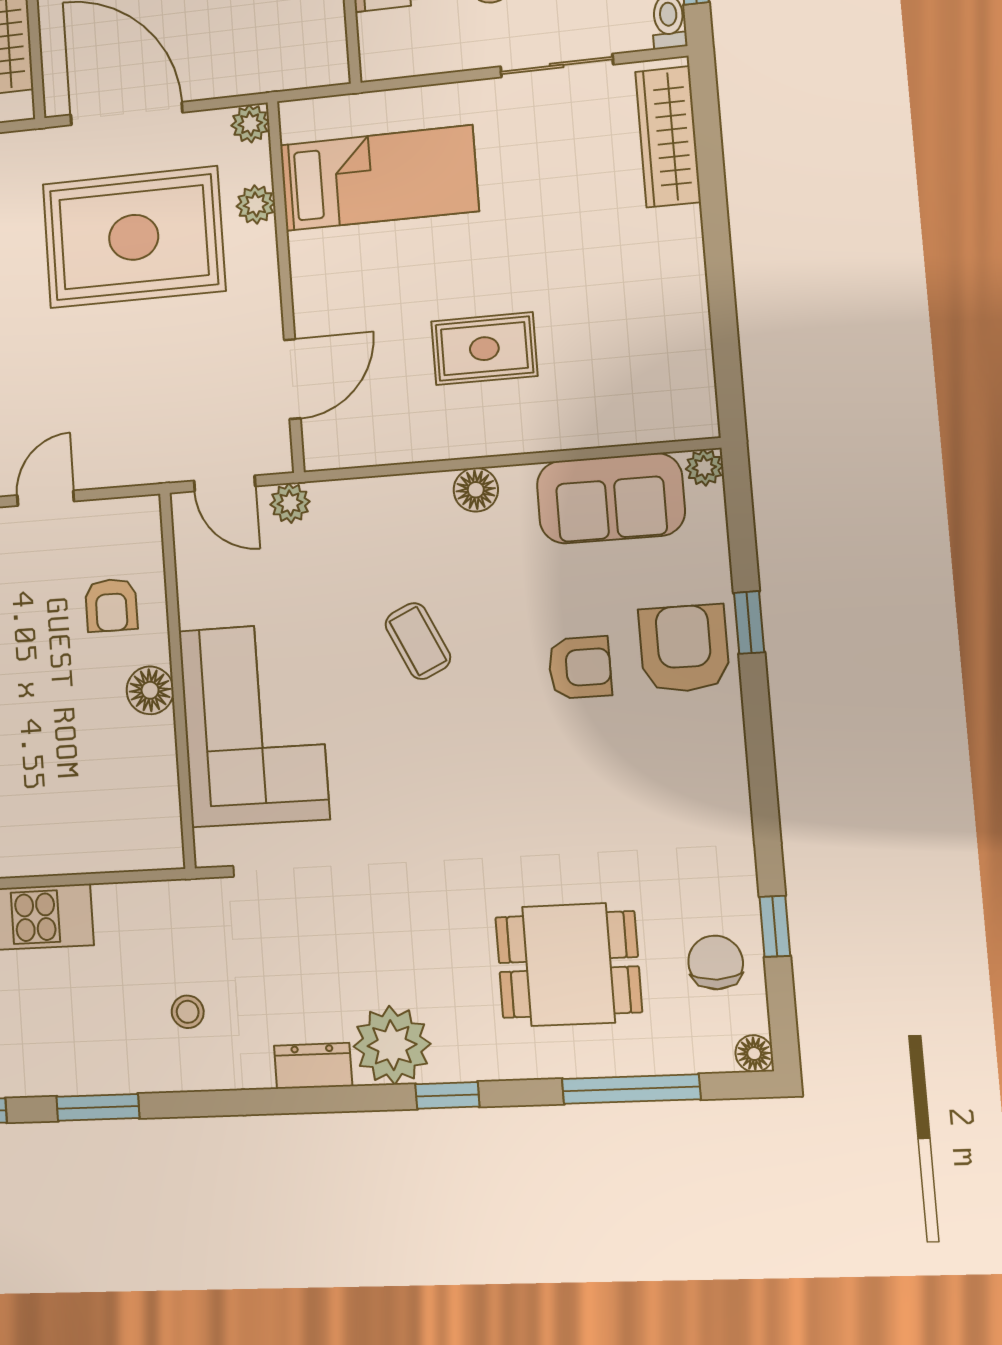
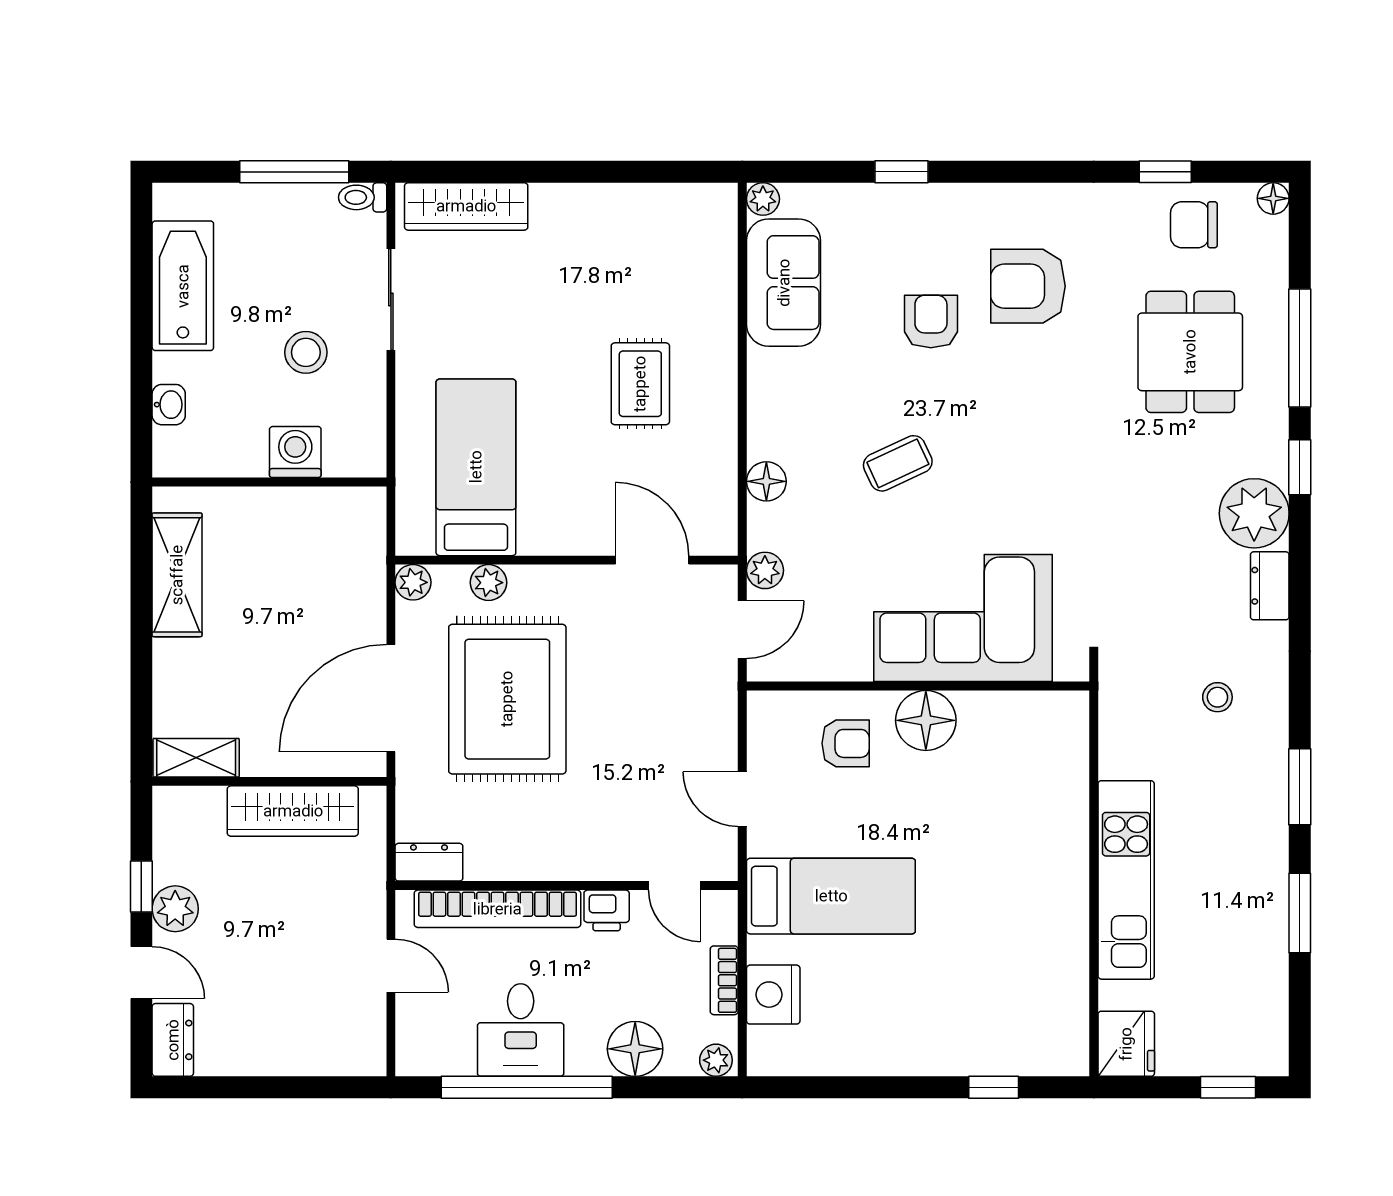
floor lamp: (476, 490) -> (766, 481), moved
armchair: (684, 648) -> (1028, 286), moved
floor lamp: (150, 690) -> (926, 720), width x1.38, depth x1.38
window: (631, 1089) -> (1300, 348), moved

